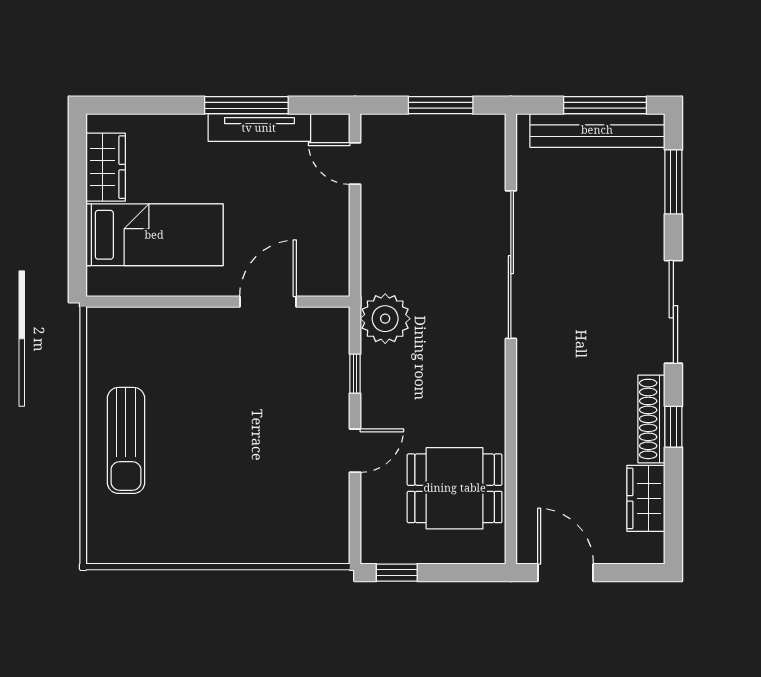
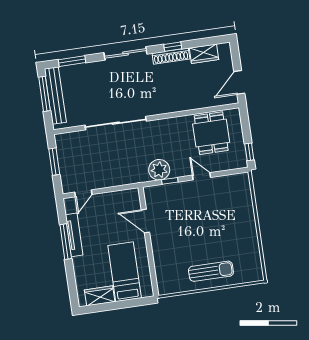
plant: (385, 319) -> (159, 170), moved

